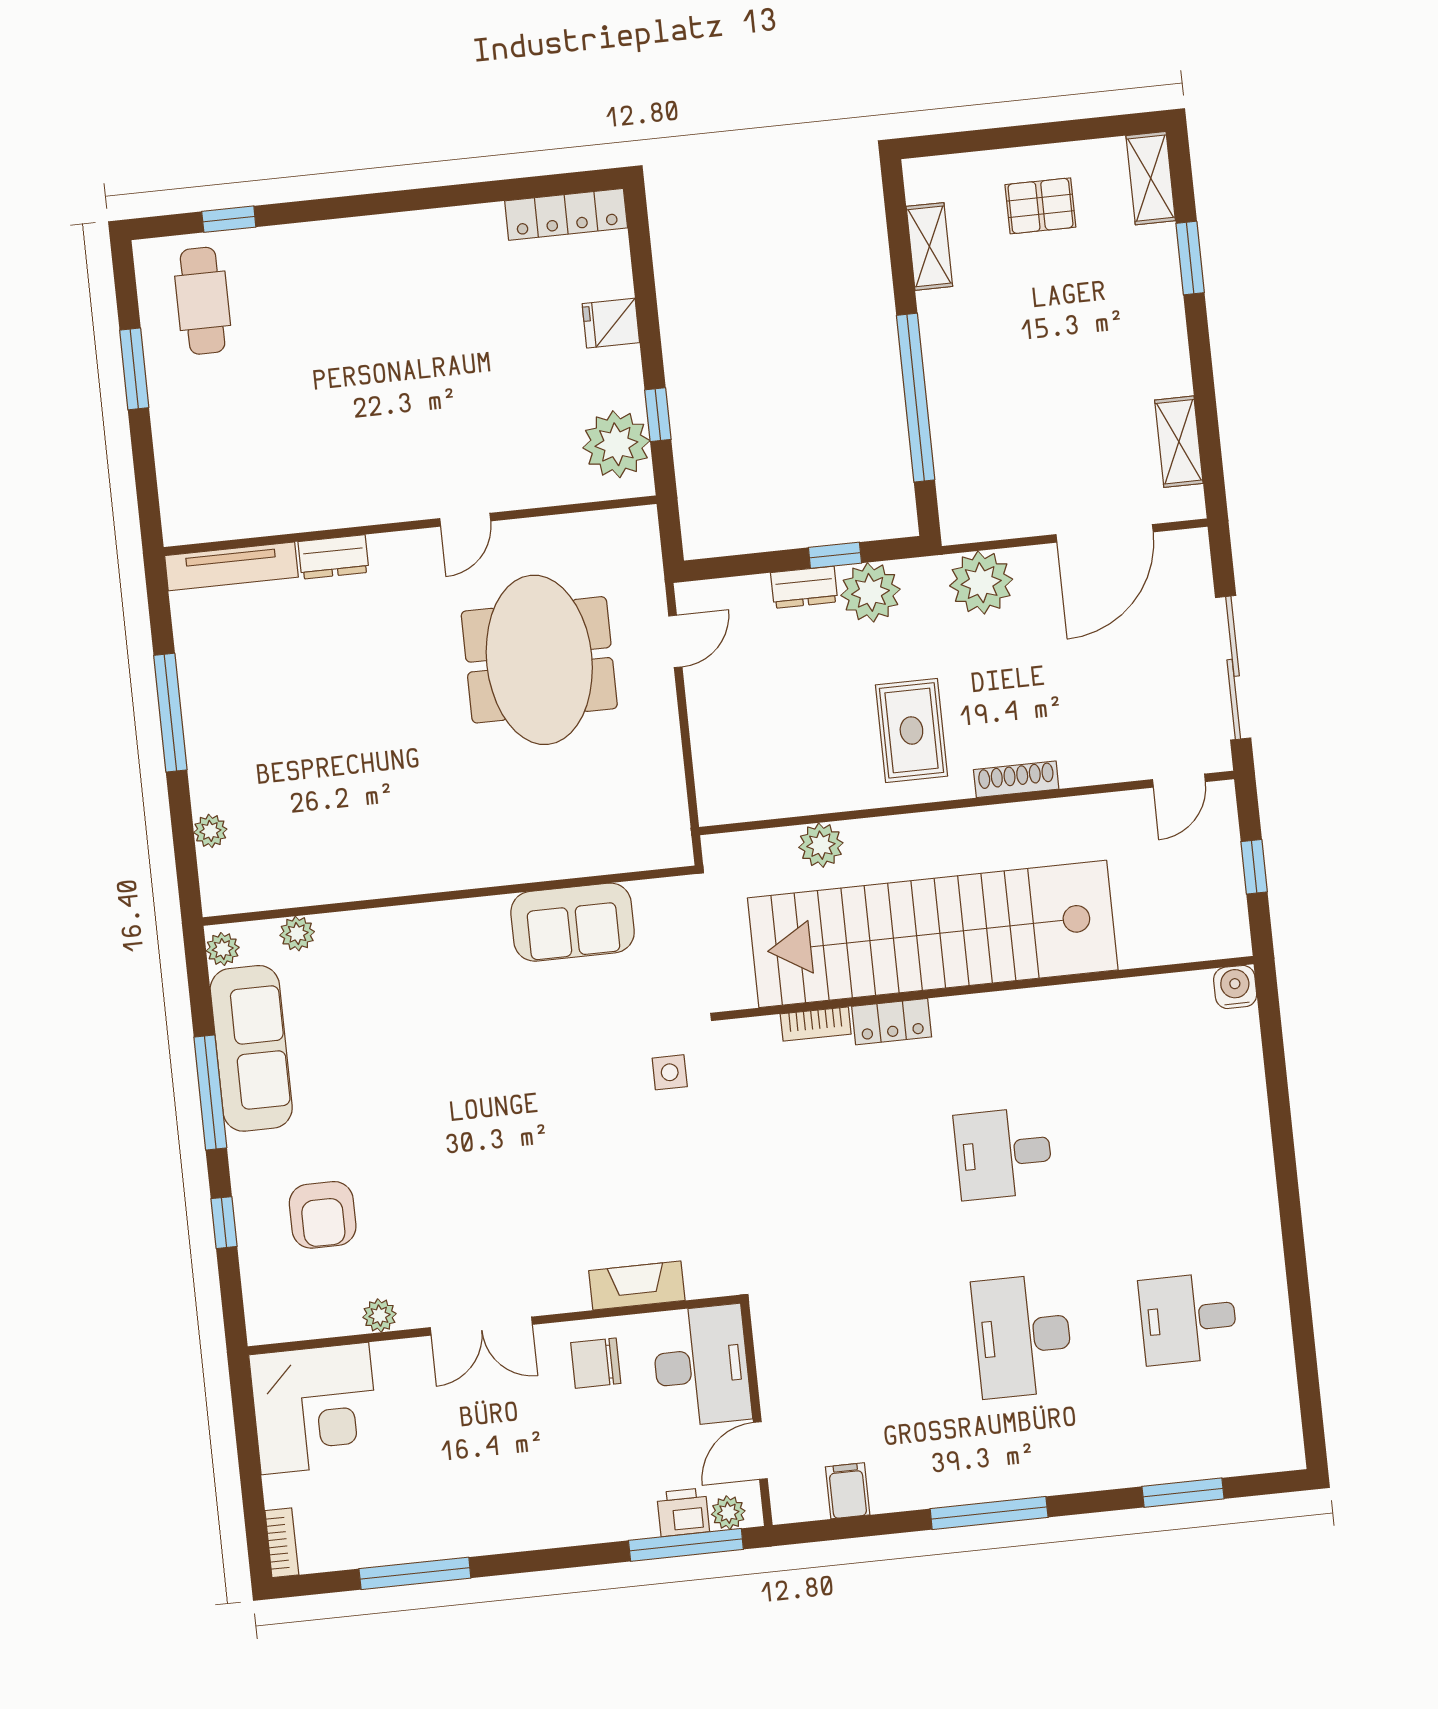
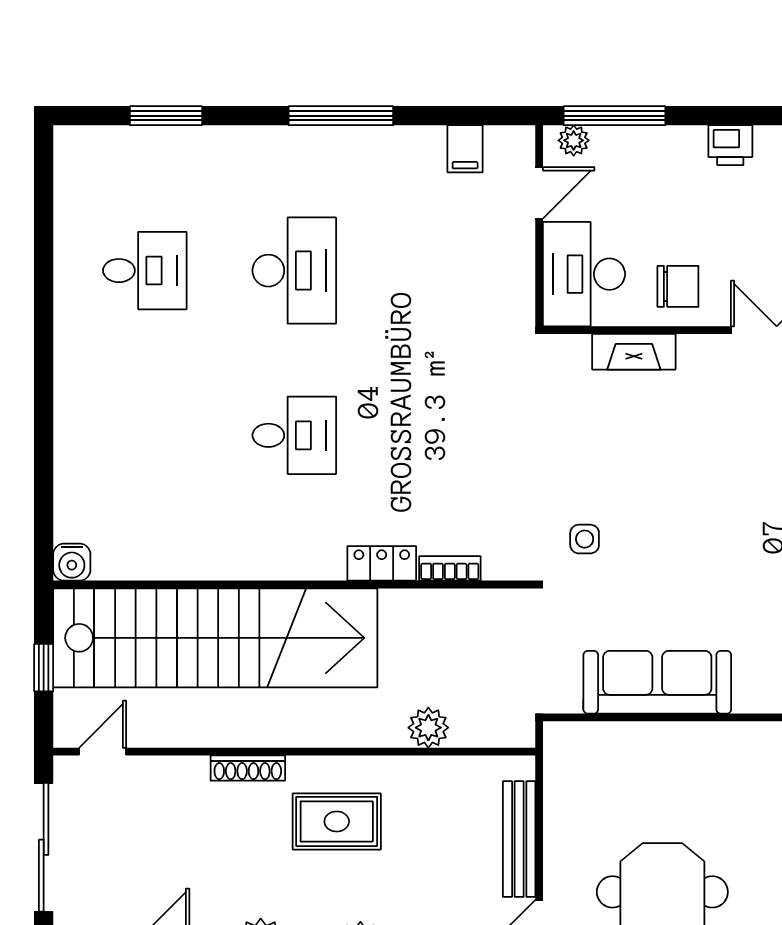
rug: (911, 730) -> (337, 821), turned 90
bench: (707, 732) -> (519, 839), added
sofa: (573, 922) -> (657, 682), width x1.36
stairs: (933, 934) -> (215, 638), moved
printer: (683, 1512) -> (730, 145), moved

